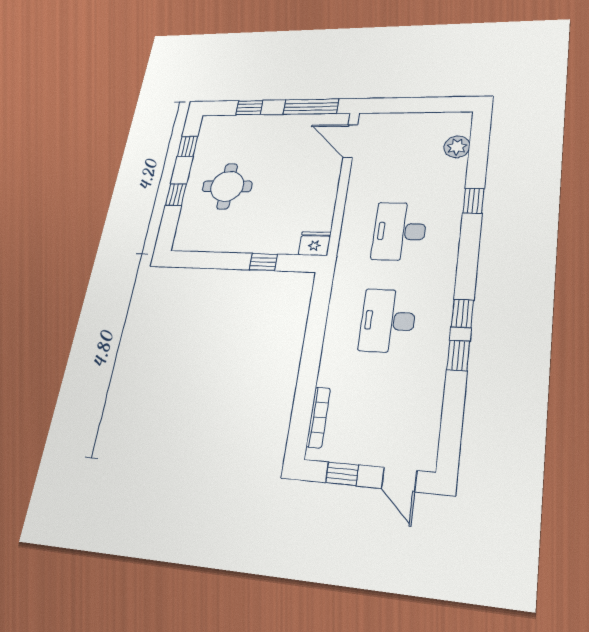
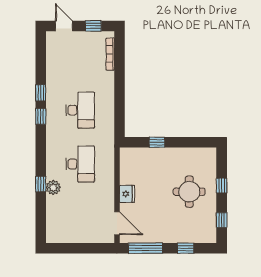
plant: (457, 147) -> (53, 187), moved
fridge: (315, 244) -> (127, 194), moved, turned -90

